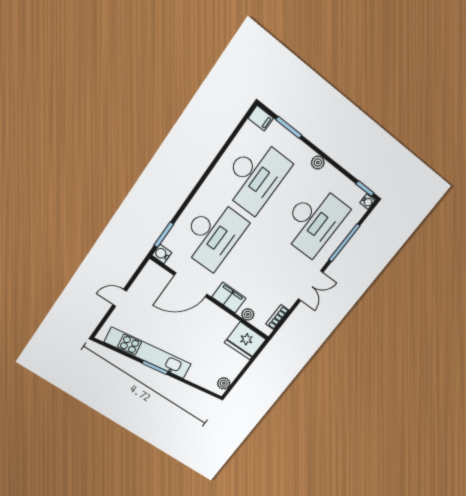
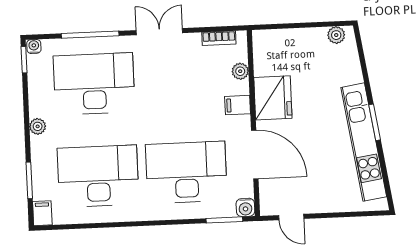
door: (120, 298) -> (291, 217), moved
filing cabinet: (229, 298) -> (238, 105), width x0.50
fridge: (245, 341) -> (273, 98), moved

